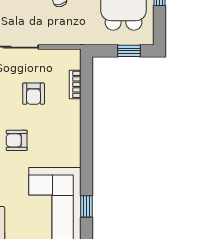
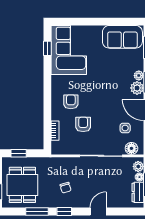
armchair: (17, 140) -> (71, 102), moved, turned -90

